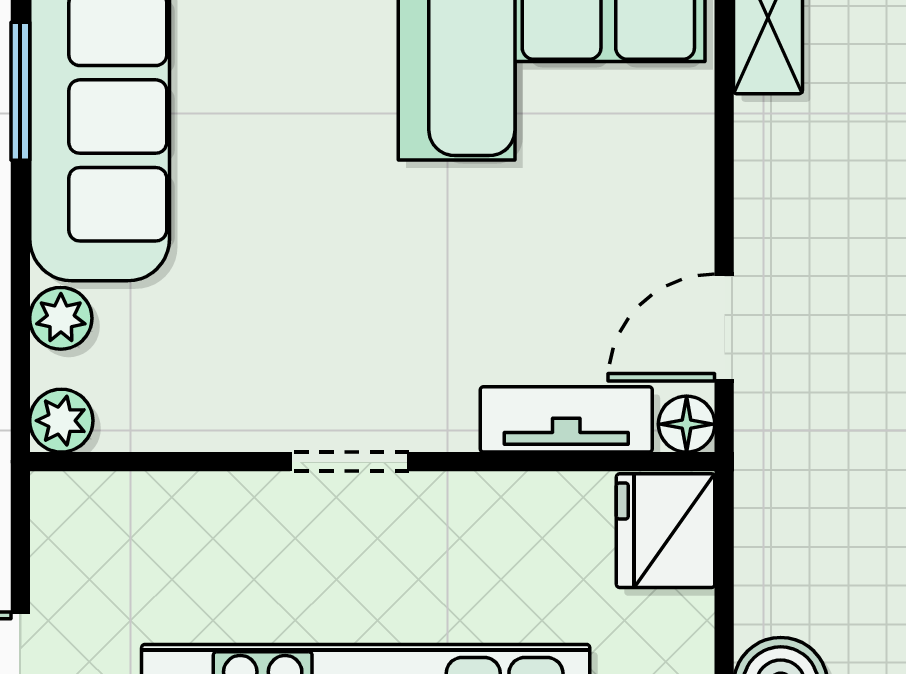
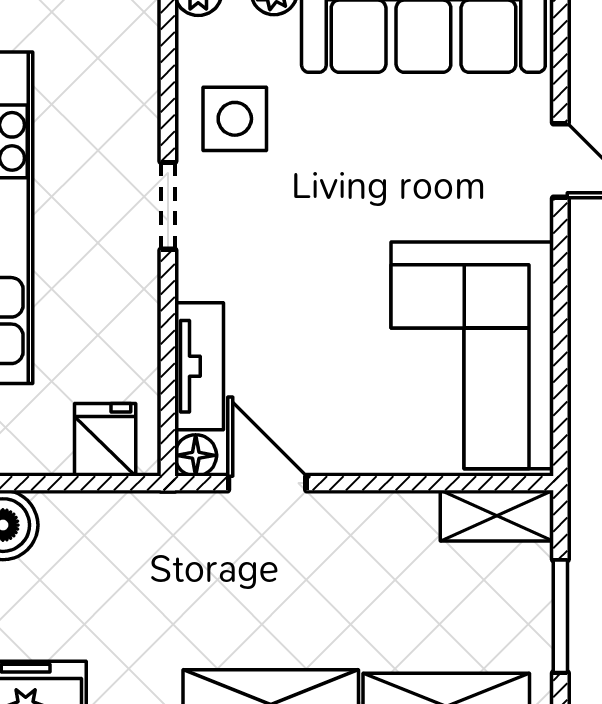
side table: (232, 371) -> (235, 119), added
fridge: (666, 531) -> (105, 440), width x0.72

